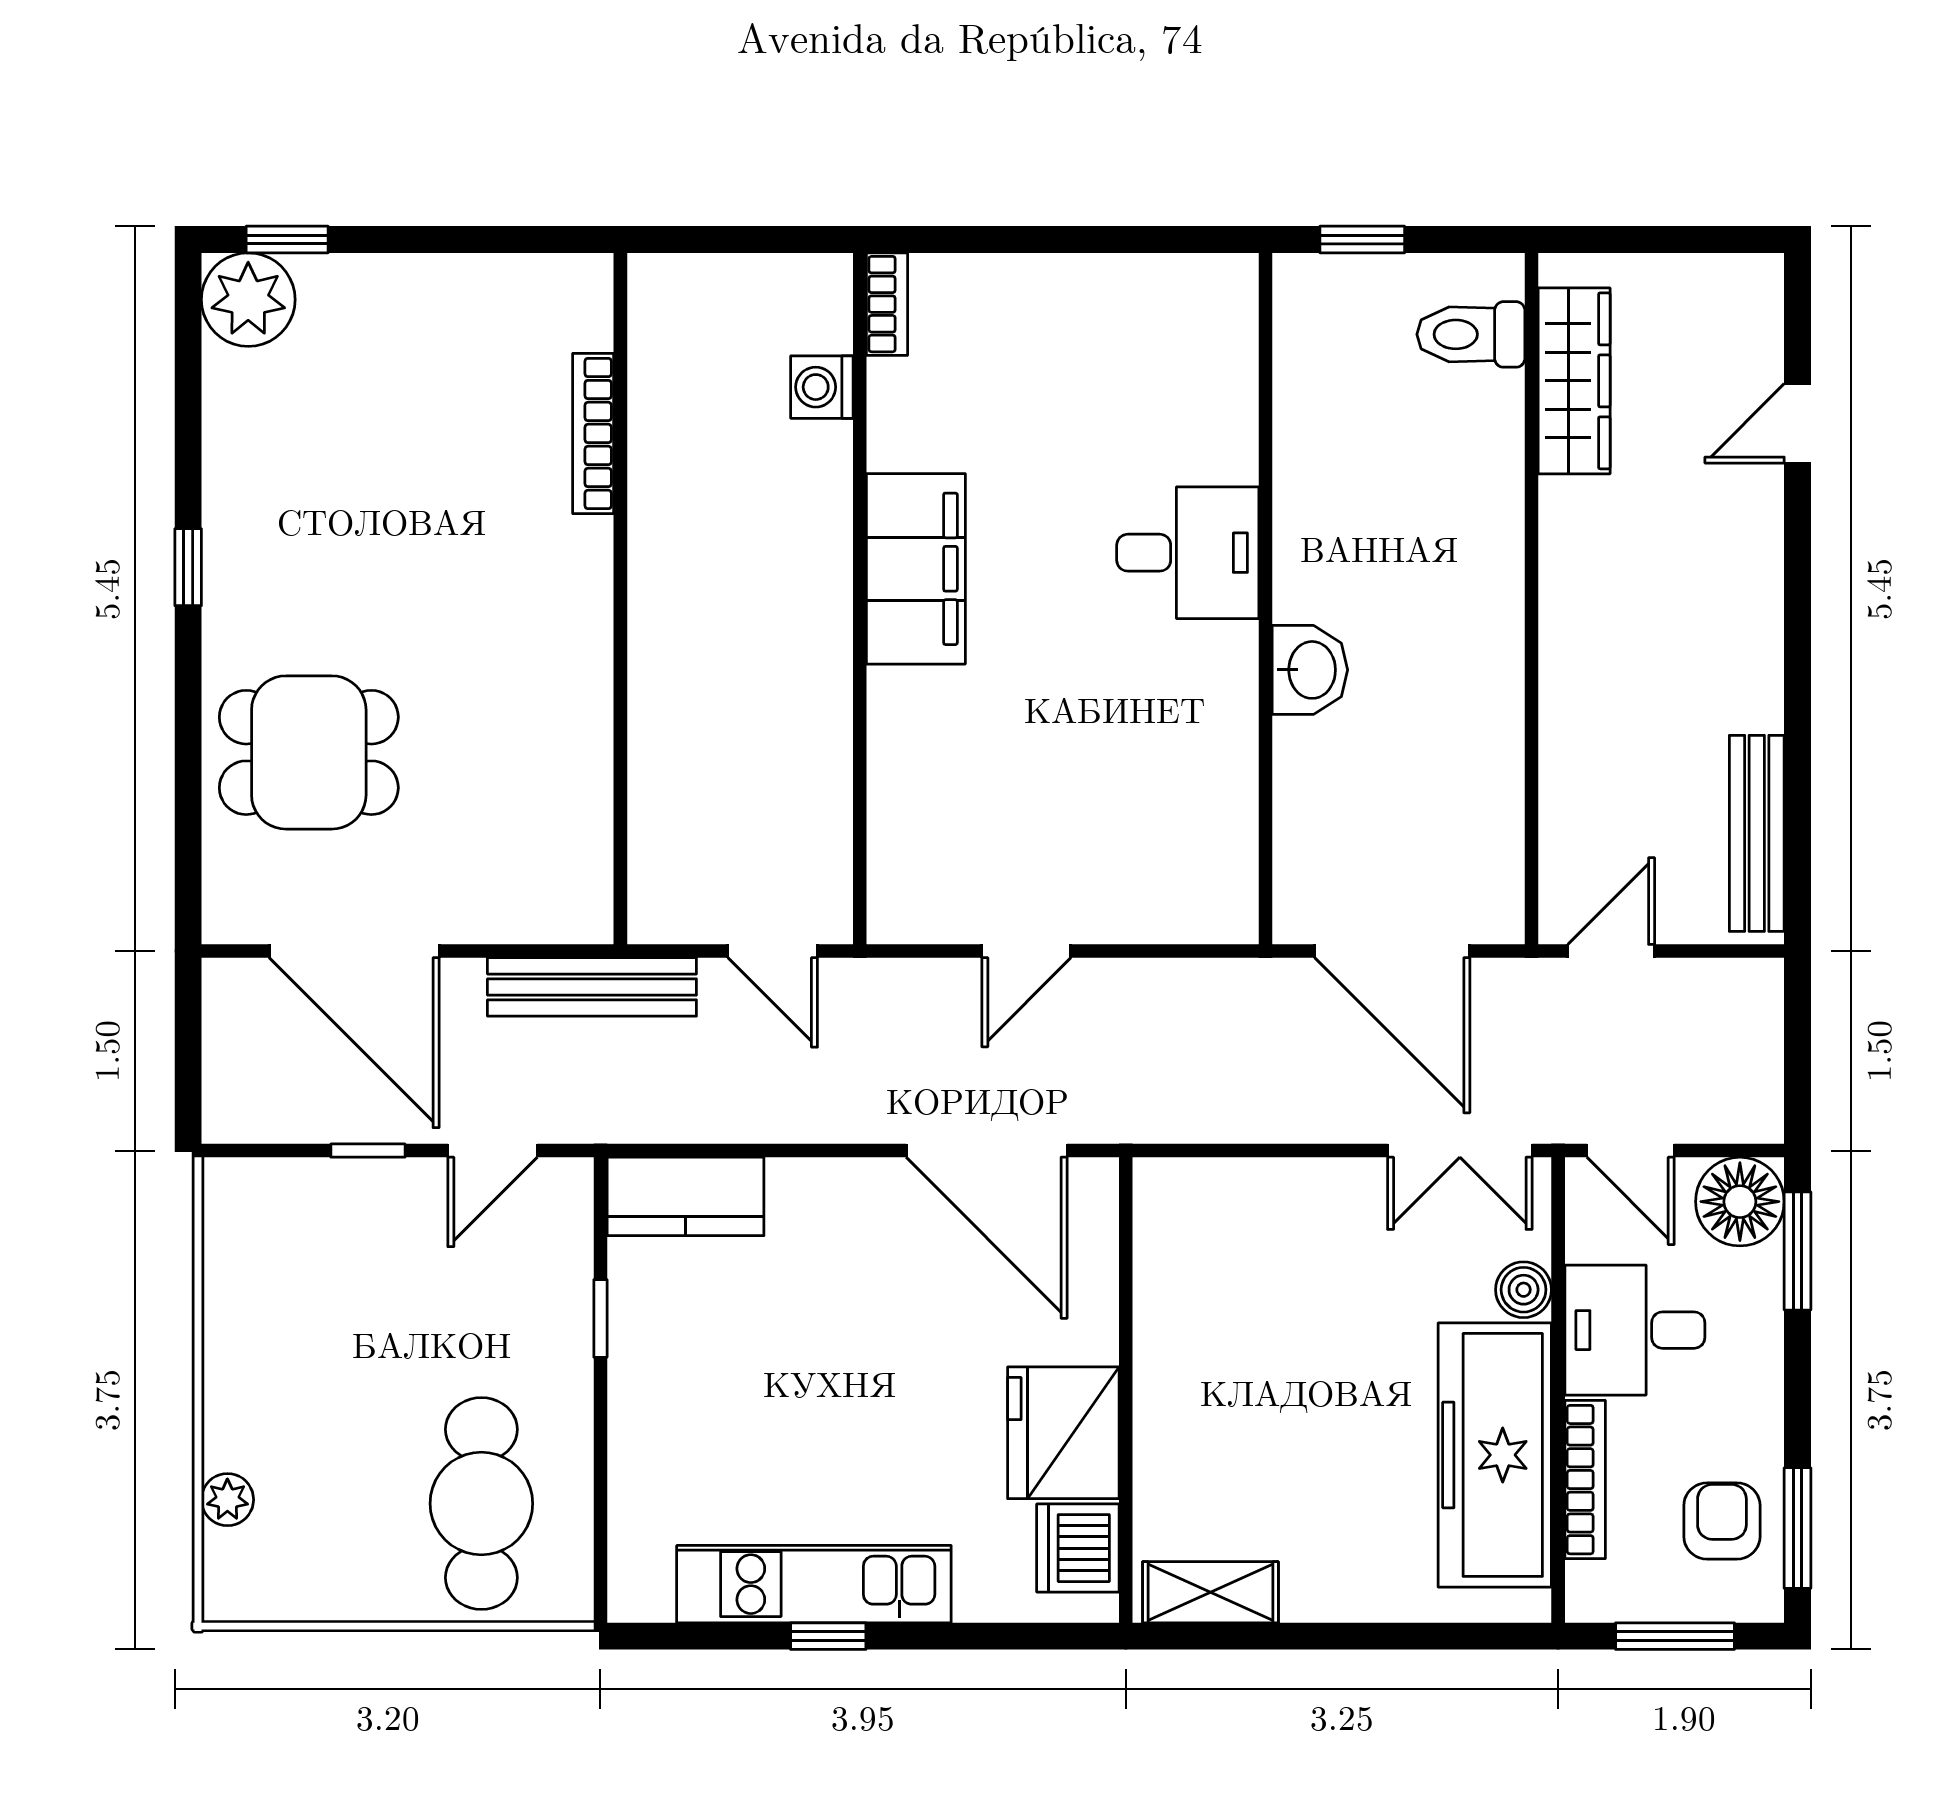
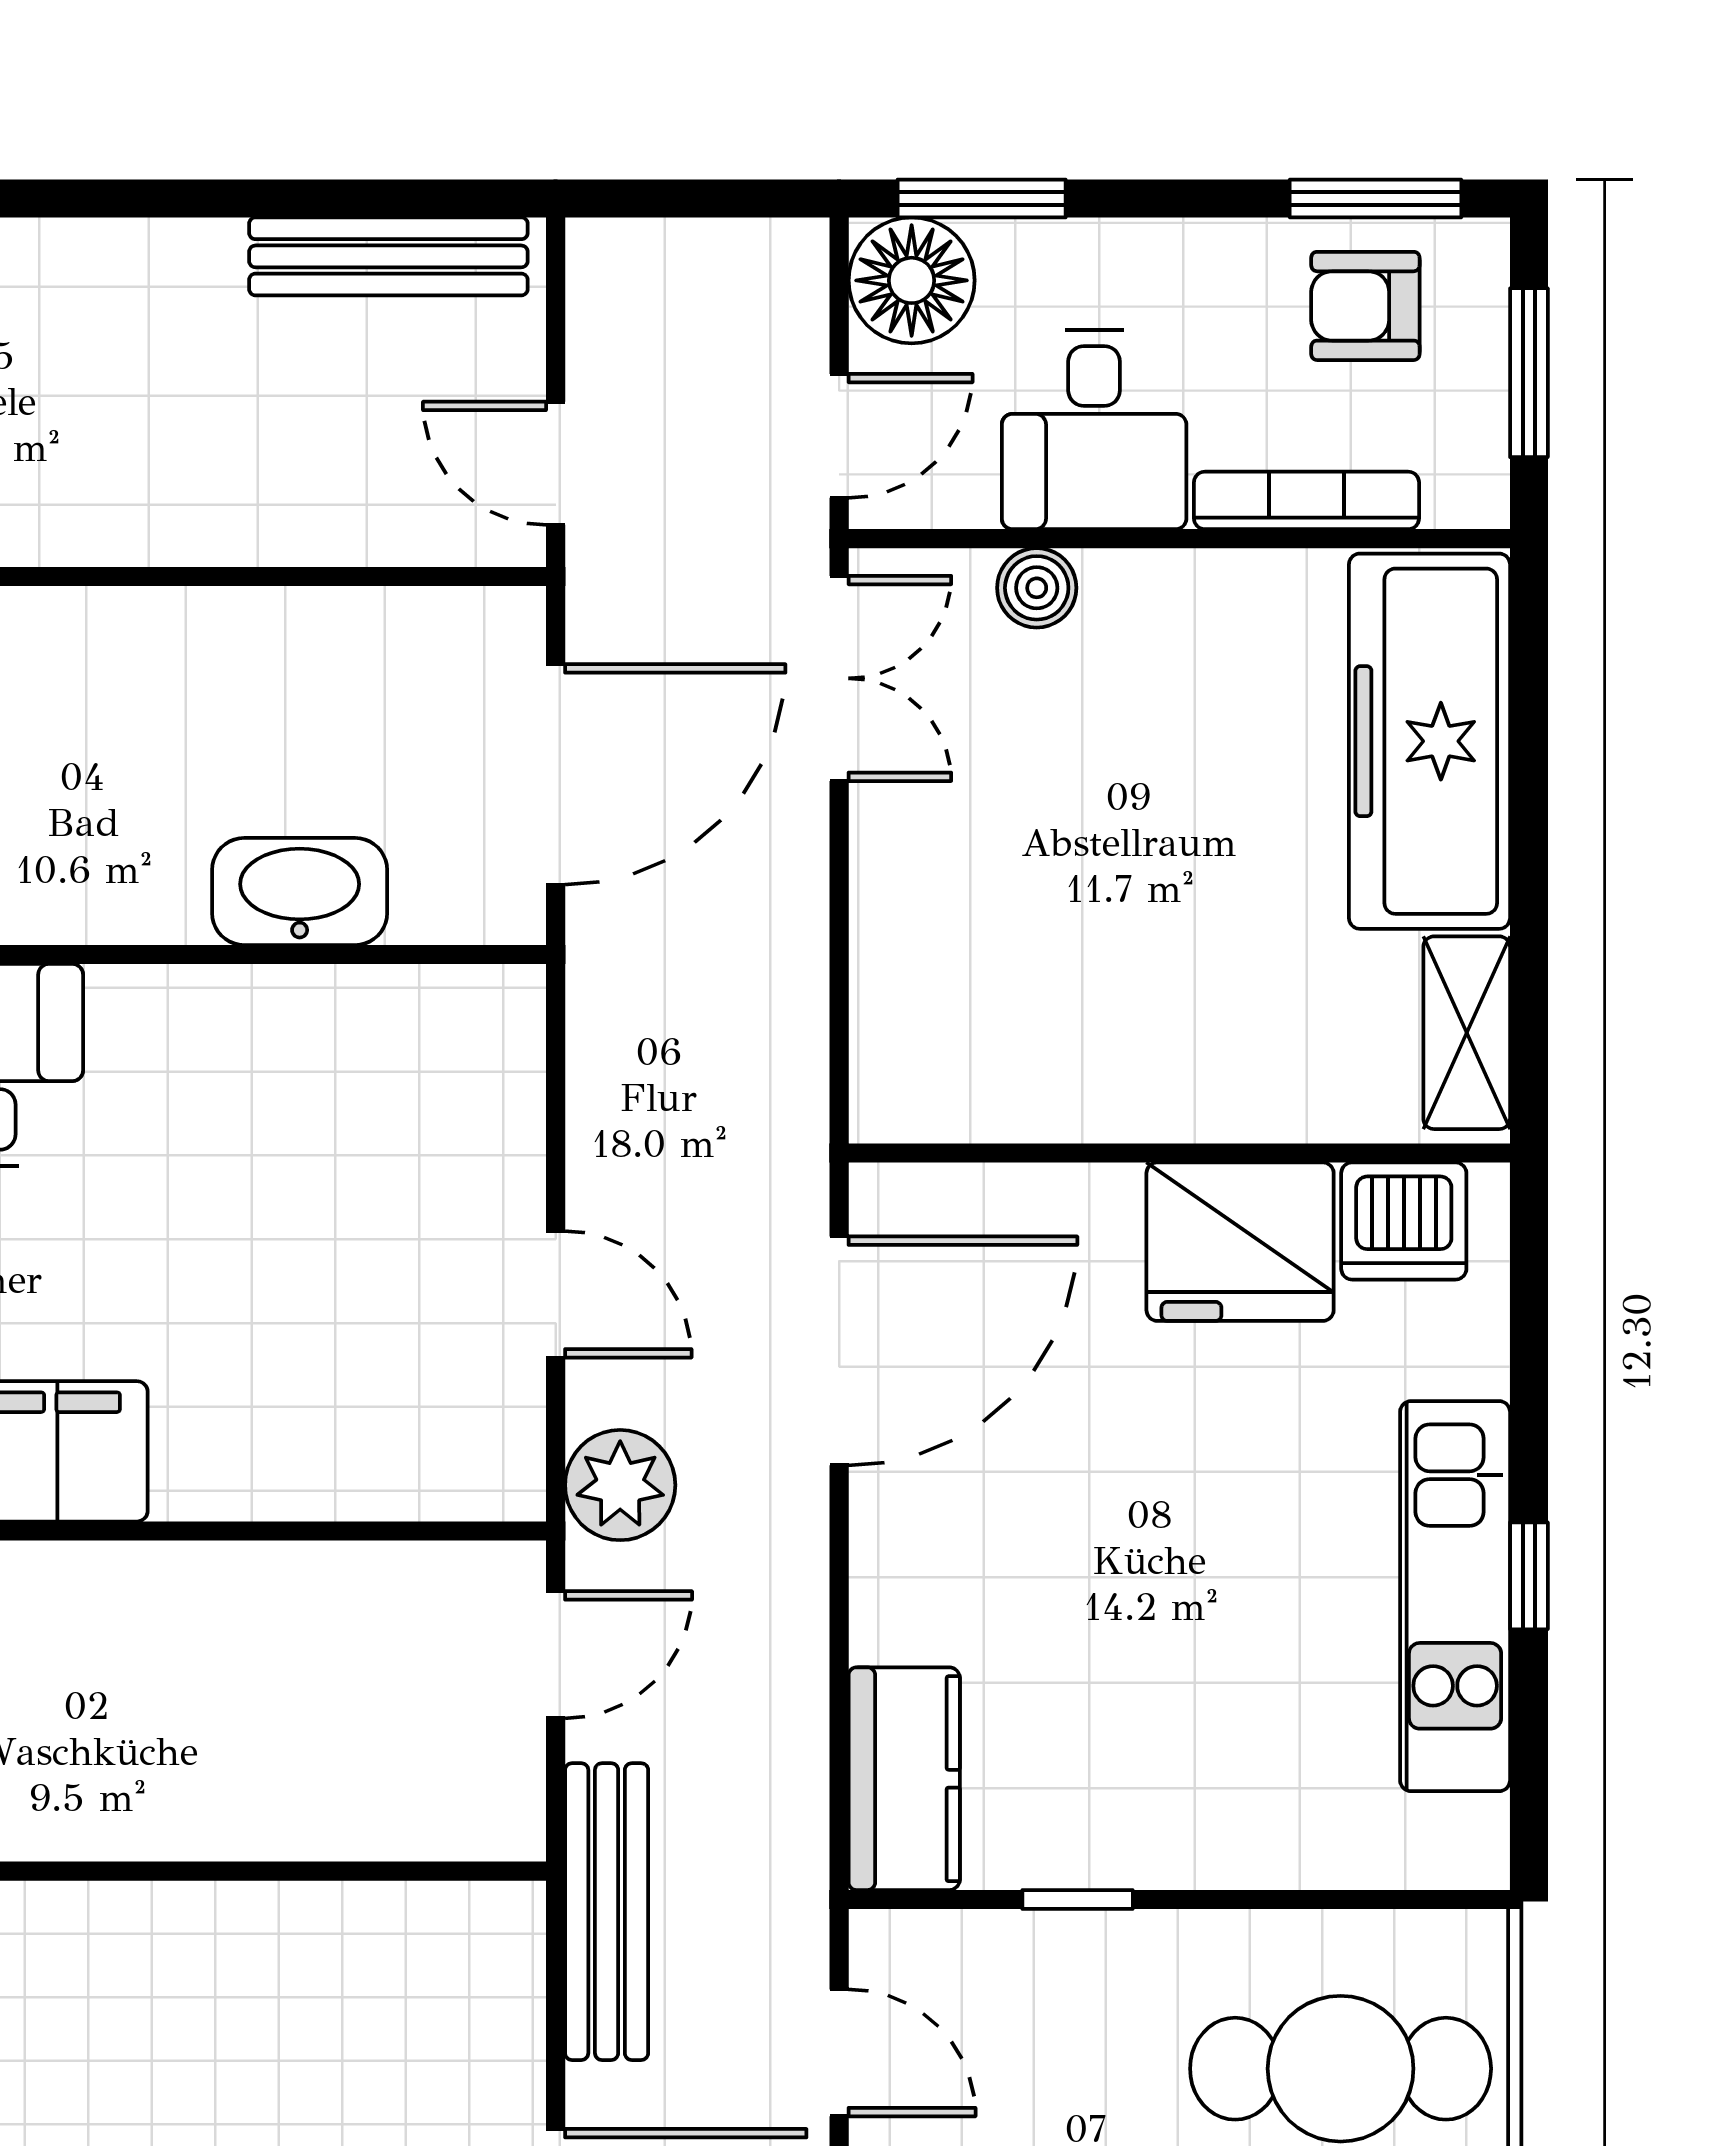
washbasin: (1310, 670) -> (300, 892), moved, width x1.38
plant: (892, 997) -> (620, 1485), added
freezer: (1495, 1455) -> (1429, 741), moved, turned 90

